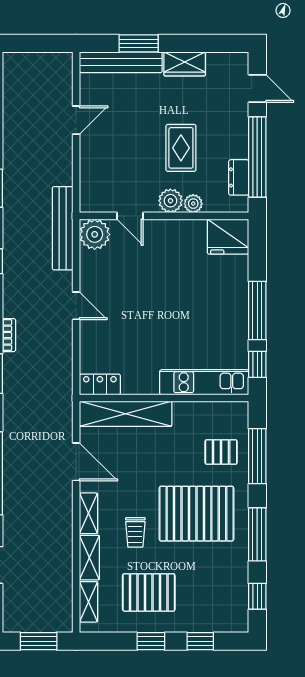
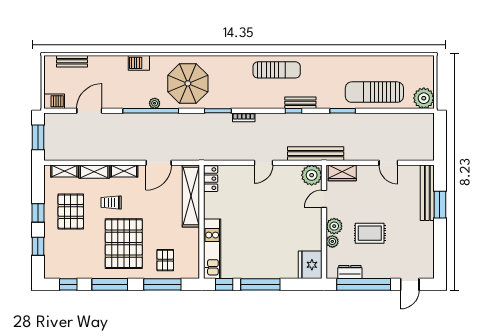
wardrobe: (185, 64) -> (342, 173), moved, turned -90

